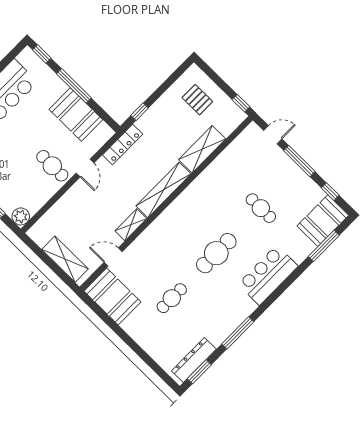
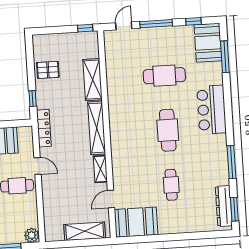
pallet: (197, 100) -> (48, 70), moved
cafe table: (261, 208) -> (164, 76), width x1.37, depth x1.35

